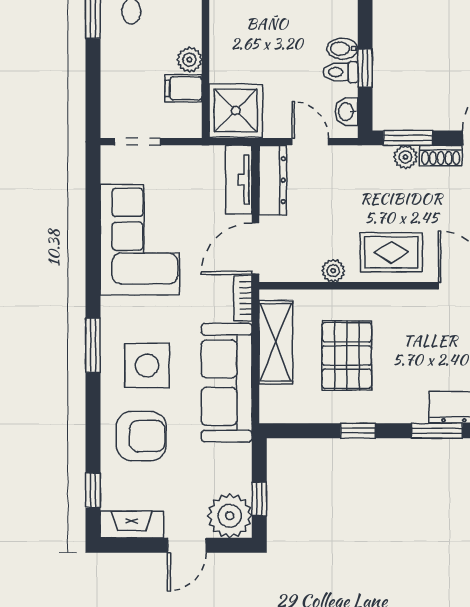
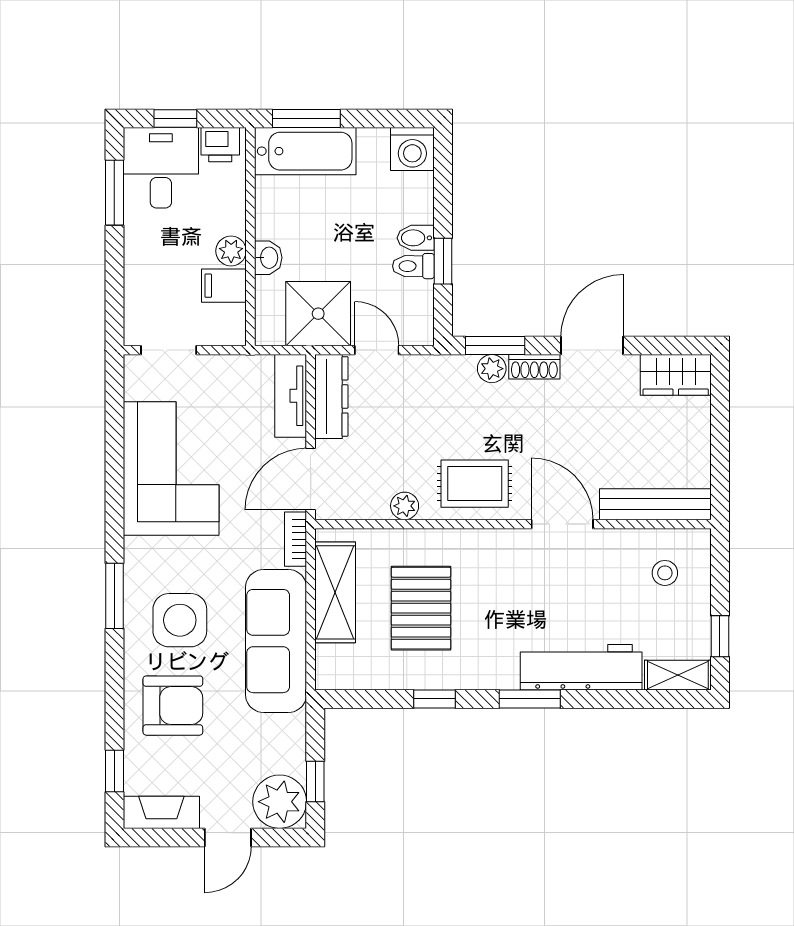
shower: (236, 111) -> (318, 314), moved
washbasin: (347, 112) -> (268, 258), moved, turned 180

